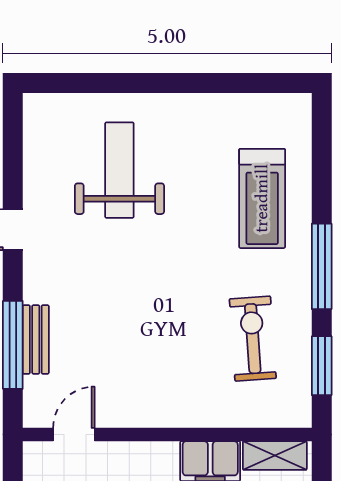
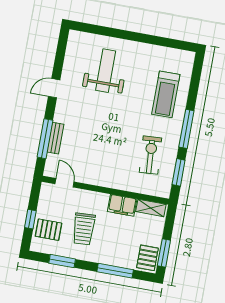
door: (74, 435) -> (65, 183), hinge flipped

